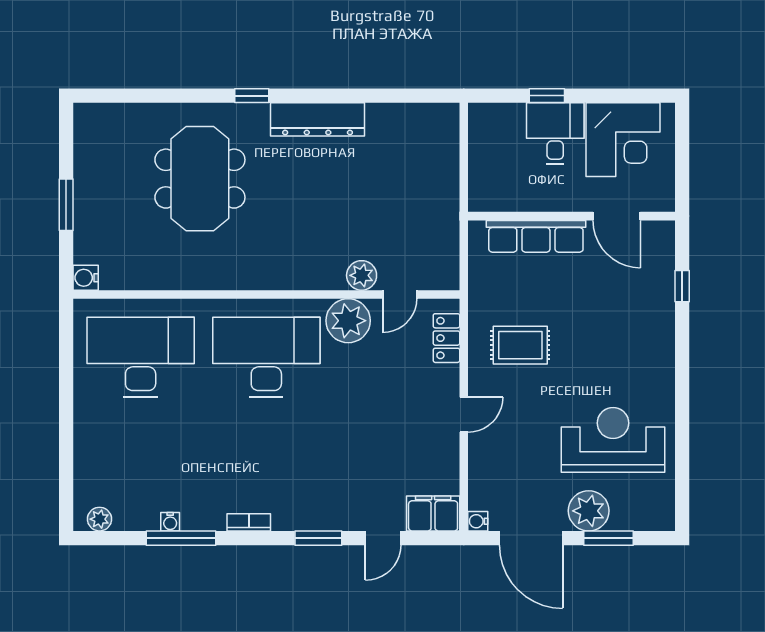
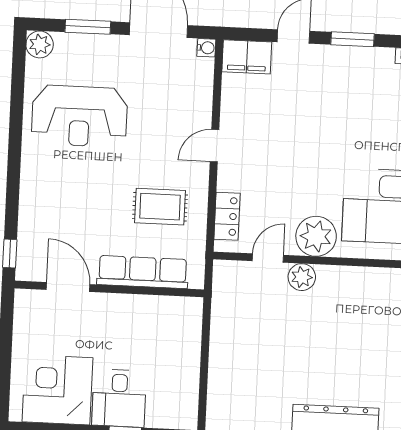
wall: (572, 216) -> (109, 289), moved
door: (617, 216) -> (68, 287), moved
row of seats: (536, 236) -> (143, 272), moved
plant: (589, 511) -> (40, 44), moved, width x0.73, depth x0.73

